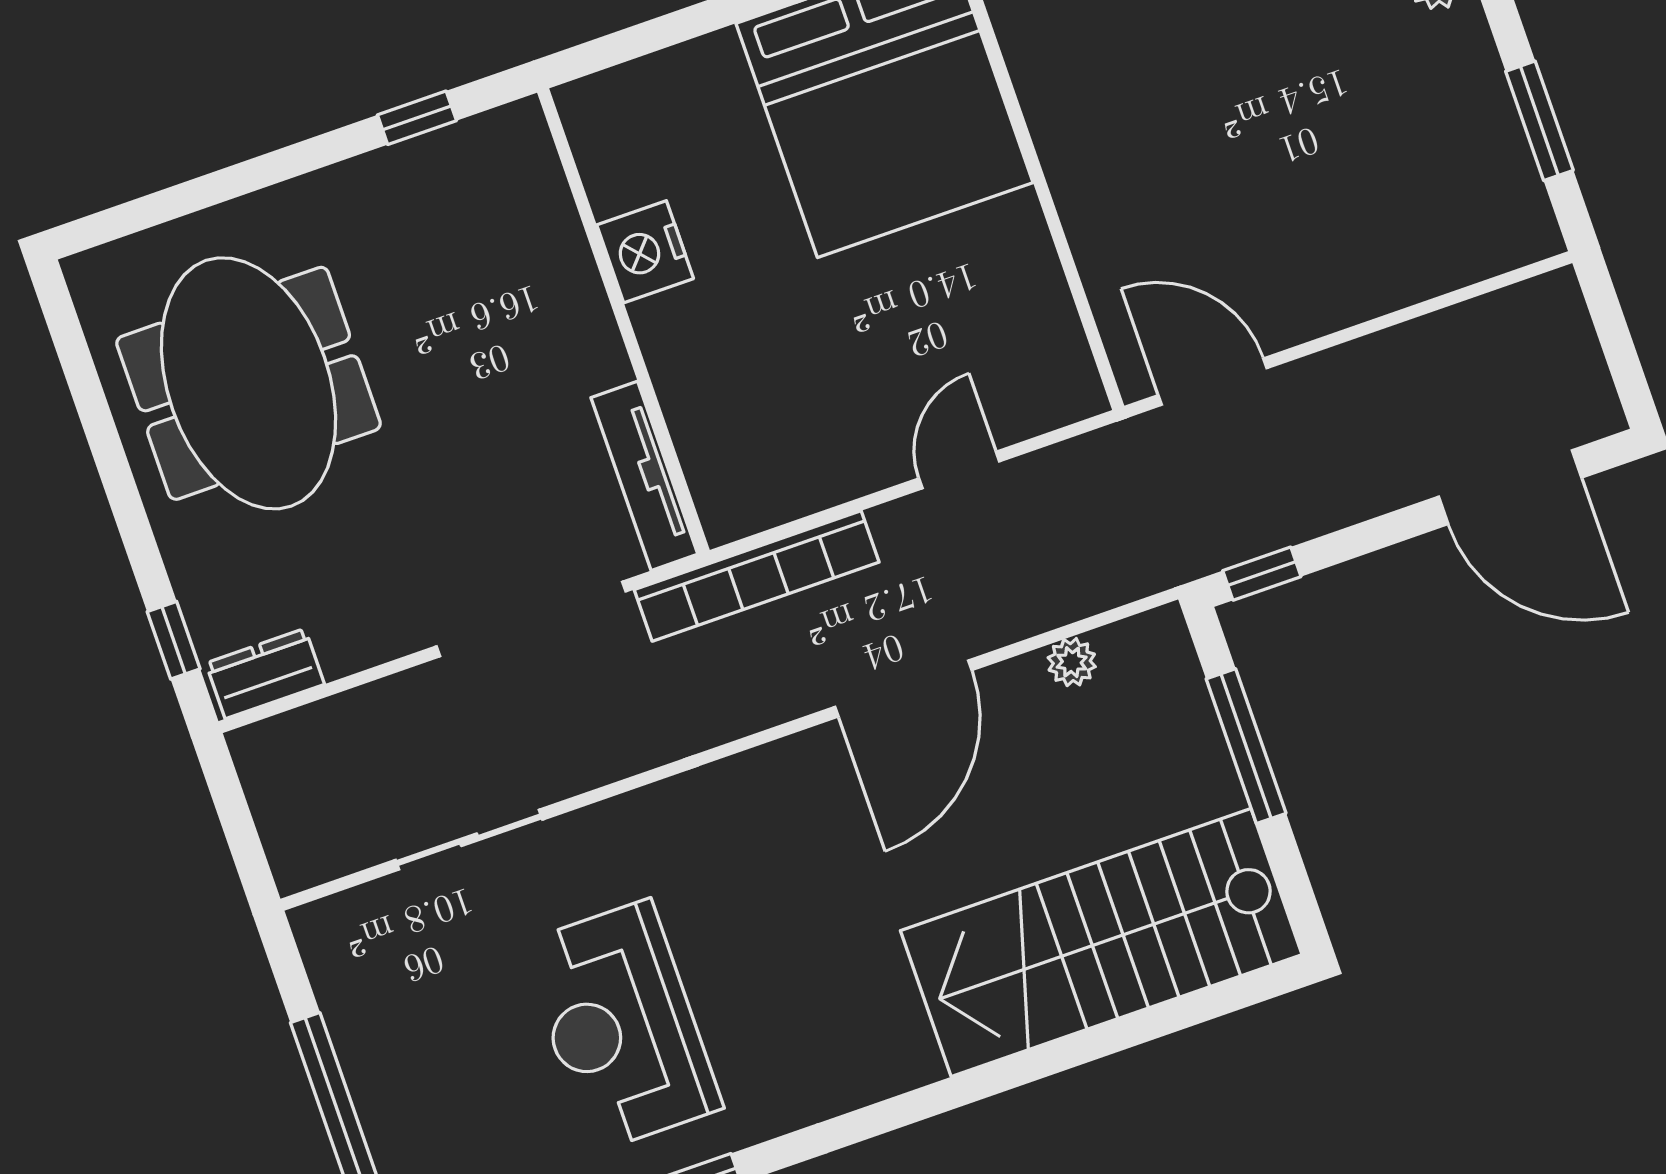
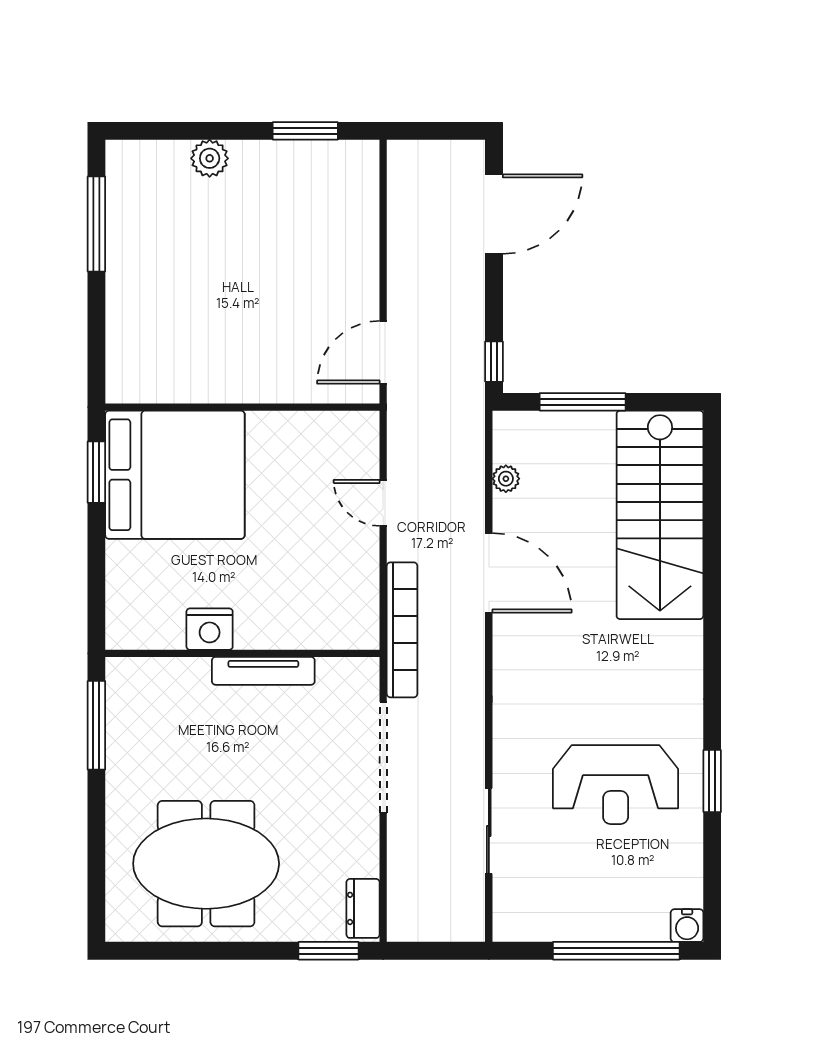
window: (417, 118) -> (96, 725), width x2.17
tv unit: (644, 476) -> (263, 671), moved
window: (174, 640) -> (328, 951), width x1.50

